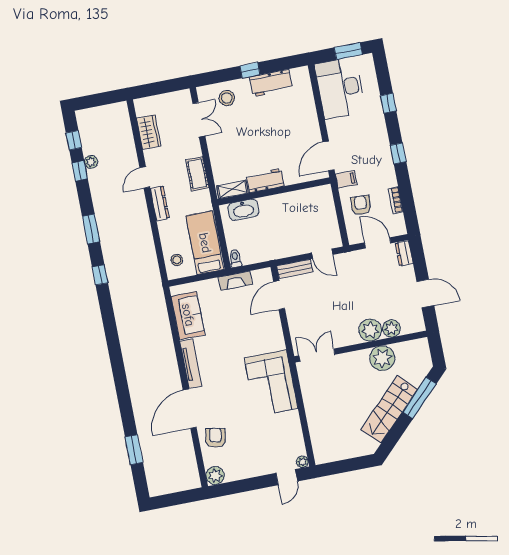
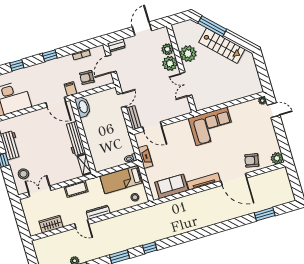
workbench: (265, 181) -> (75, 139), width x1.38
washbasin: (243, 210) -> (83, 107), moved
double door: (317, 355) -> (186, 84), moved

